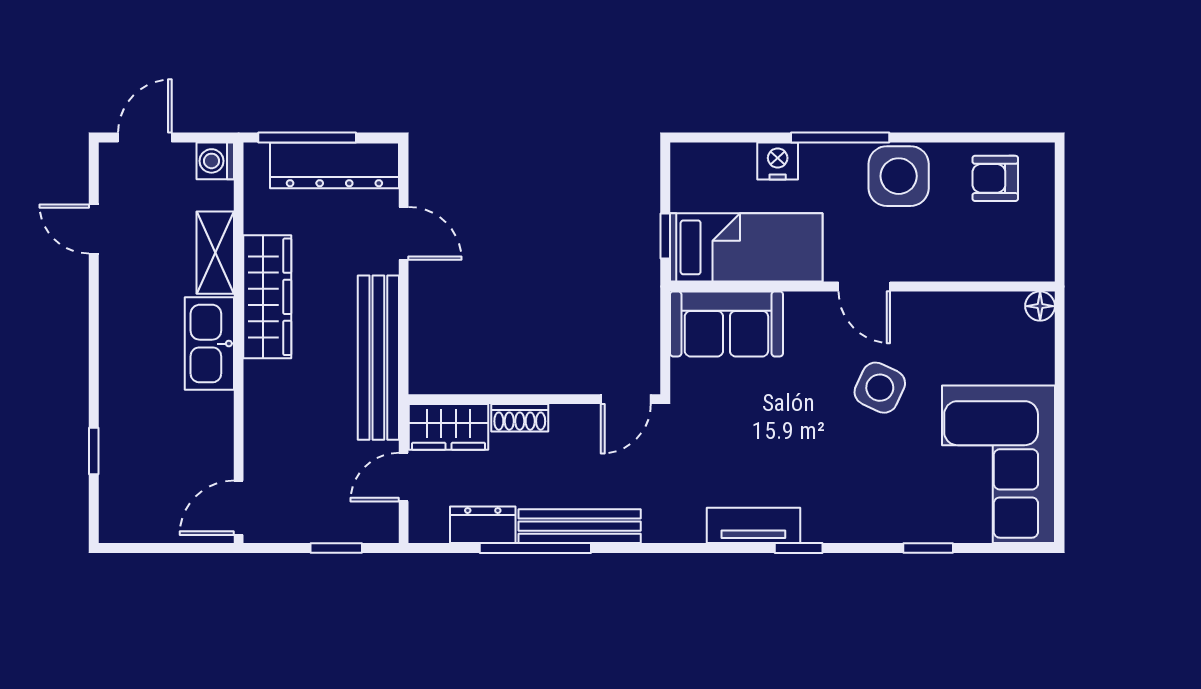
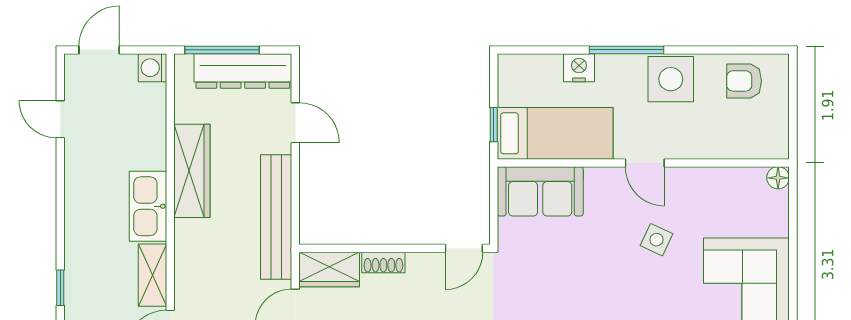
shelving: (215, 253) -> (152, 275), moved
side table: (880, 388) -> (657, 240), width x0.73, depth x0.73

